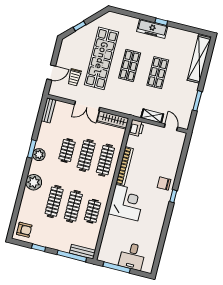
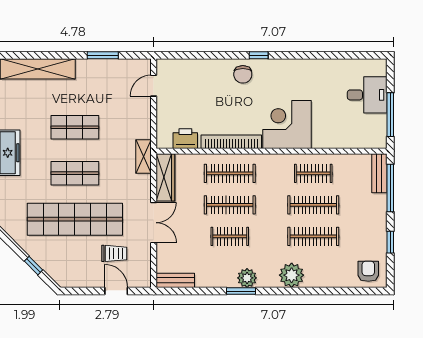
shelving: (152, 116) -> (144, 156), moved
printer: (136, 128) -> (185, 139), moved

